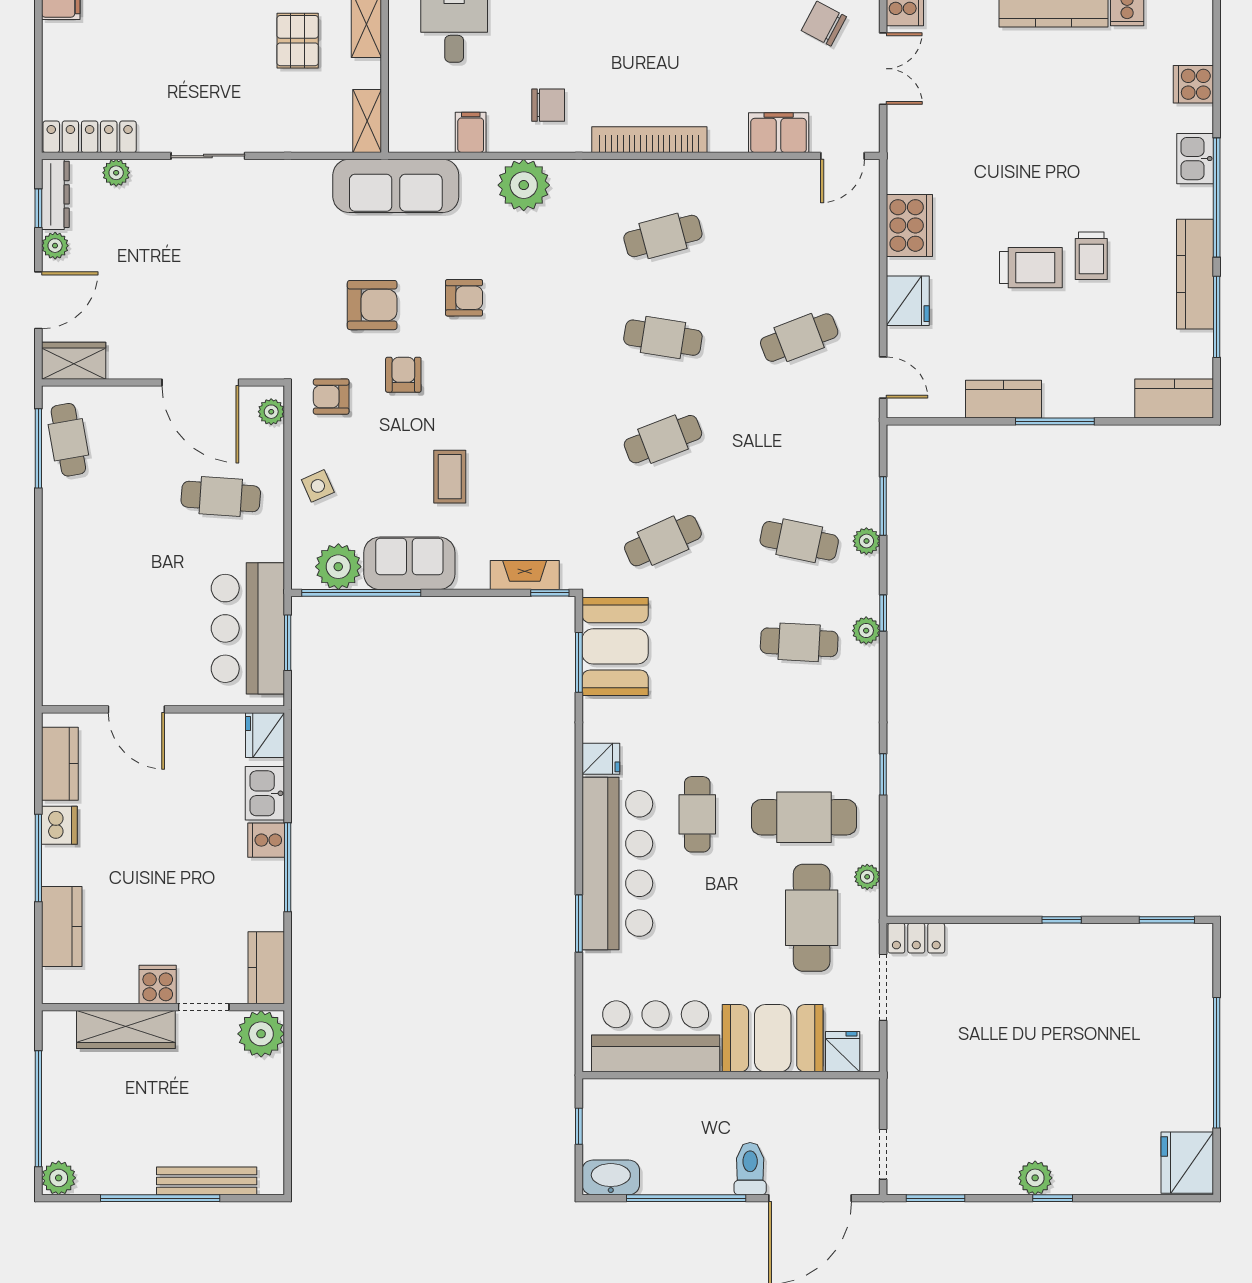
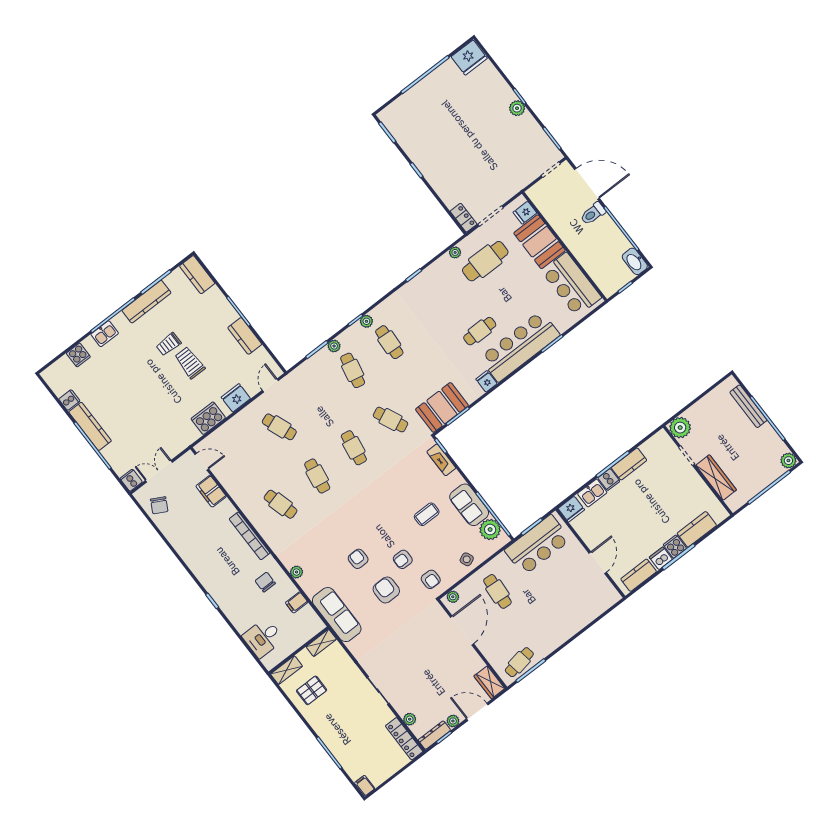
plant: (524, 185) -> (296, 572), width x0.53, depth x0.53
trolley: (1091, 256) -> (169, 344), turned 180
cafe table: (663, 439) -> (354, 448), turned 30
cafe table: (804, 817) -> (451, 292), removed
kitchen counter: (266, 968) -> (629, 464), moved
cooker: (158, 985) -> (675, 547), moved, turned 90

